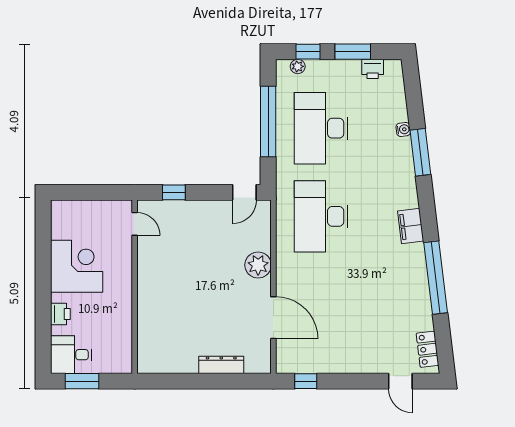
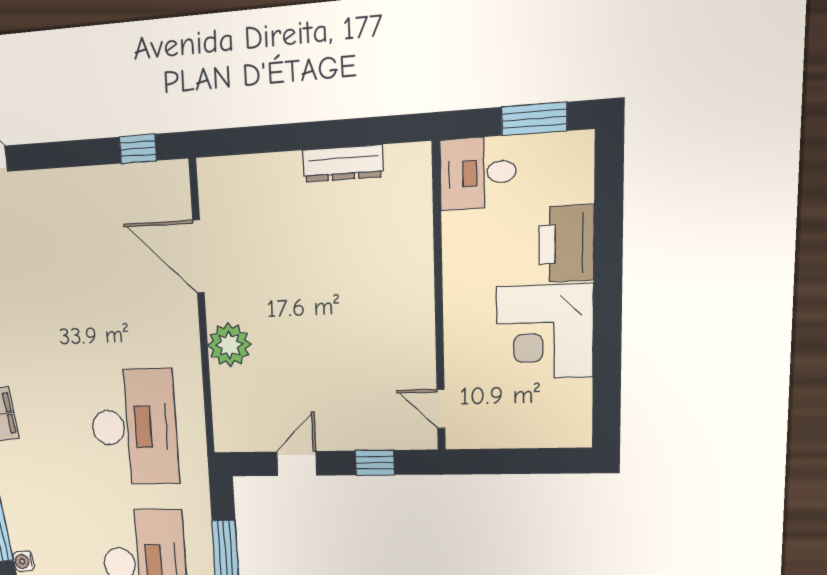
door: (244, 192) -> (297, 463), moved
printer: (60, 314) -> (566, 244), width x1.87, depth x1.48
desk: (71, 355) -> (478, 173), moved, turned 180
dresser: (221, 365) -> (343, 163), moved

